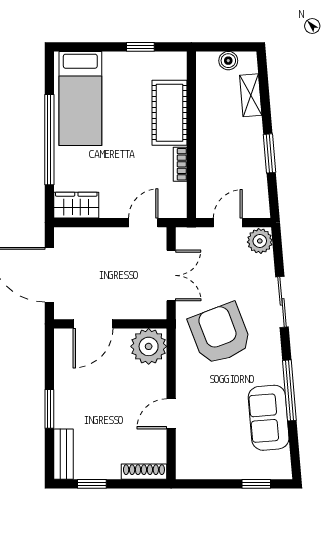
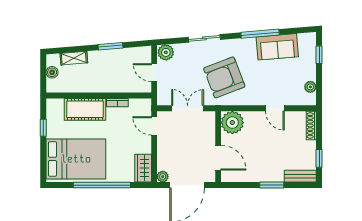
bed: (80, 98) -> (76, 159), width x1.50
plant: (63, 236) -> (163, 177), added
plant: (205, 470) -> (310, 87), added

